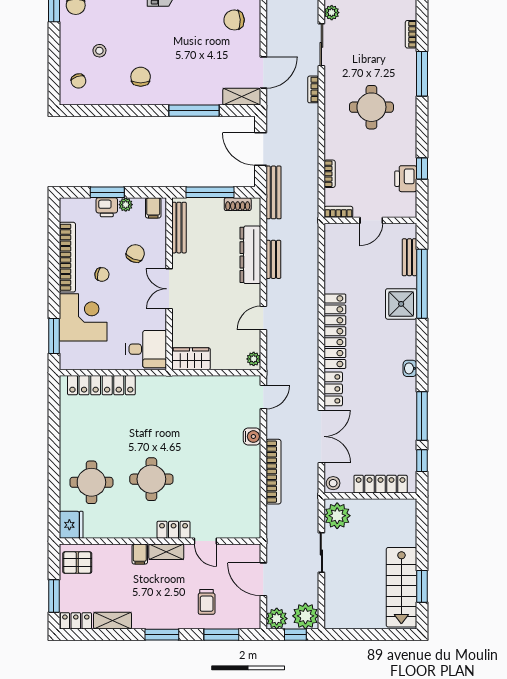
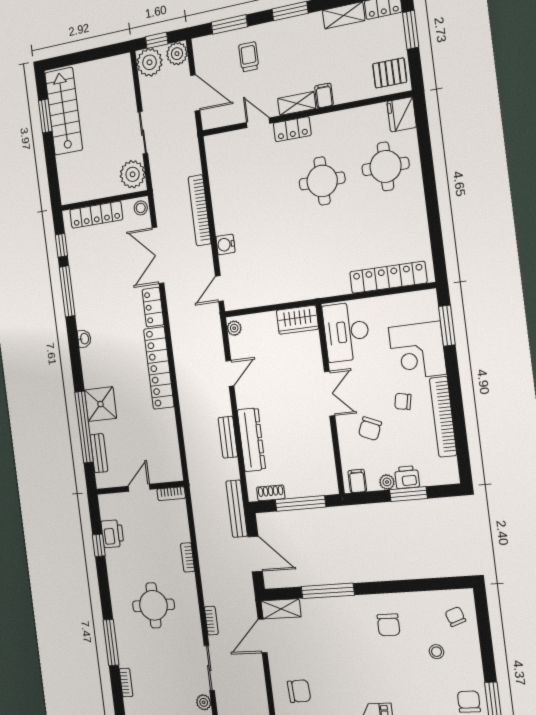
bookcase: (330, 174) -> (188, 557), moved
bench: (179, 228) -> (328, 462), removed
desk: (146, 349) -> (346, 332), width x1.37

